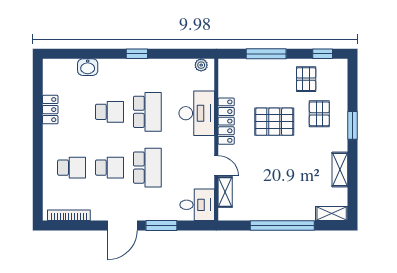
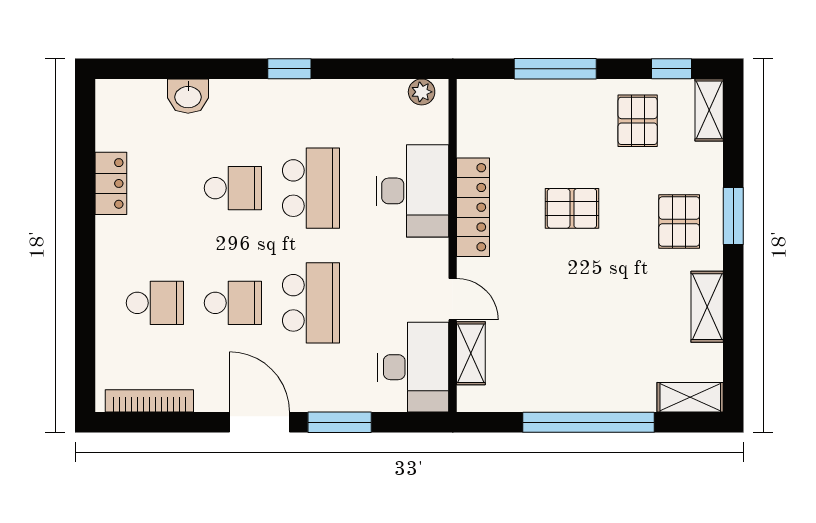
shelving: (341, 74) -> (709, 110), added
pallet: (319, 114) -> (679, 221), moved
pallet: (274, 122) -> (572, 208), width x0.67, depth x0.71
desk: (197, 205) -> (413, 367), width x1.37
door: (122, 226) -> (259, 422), swing flipped

